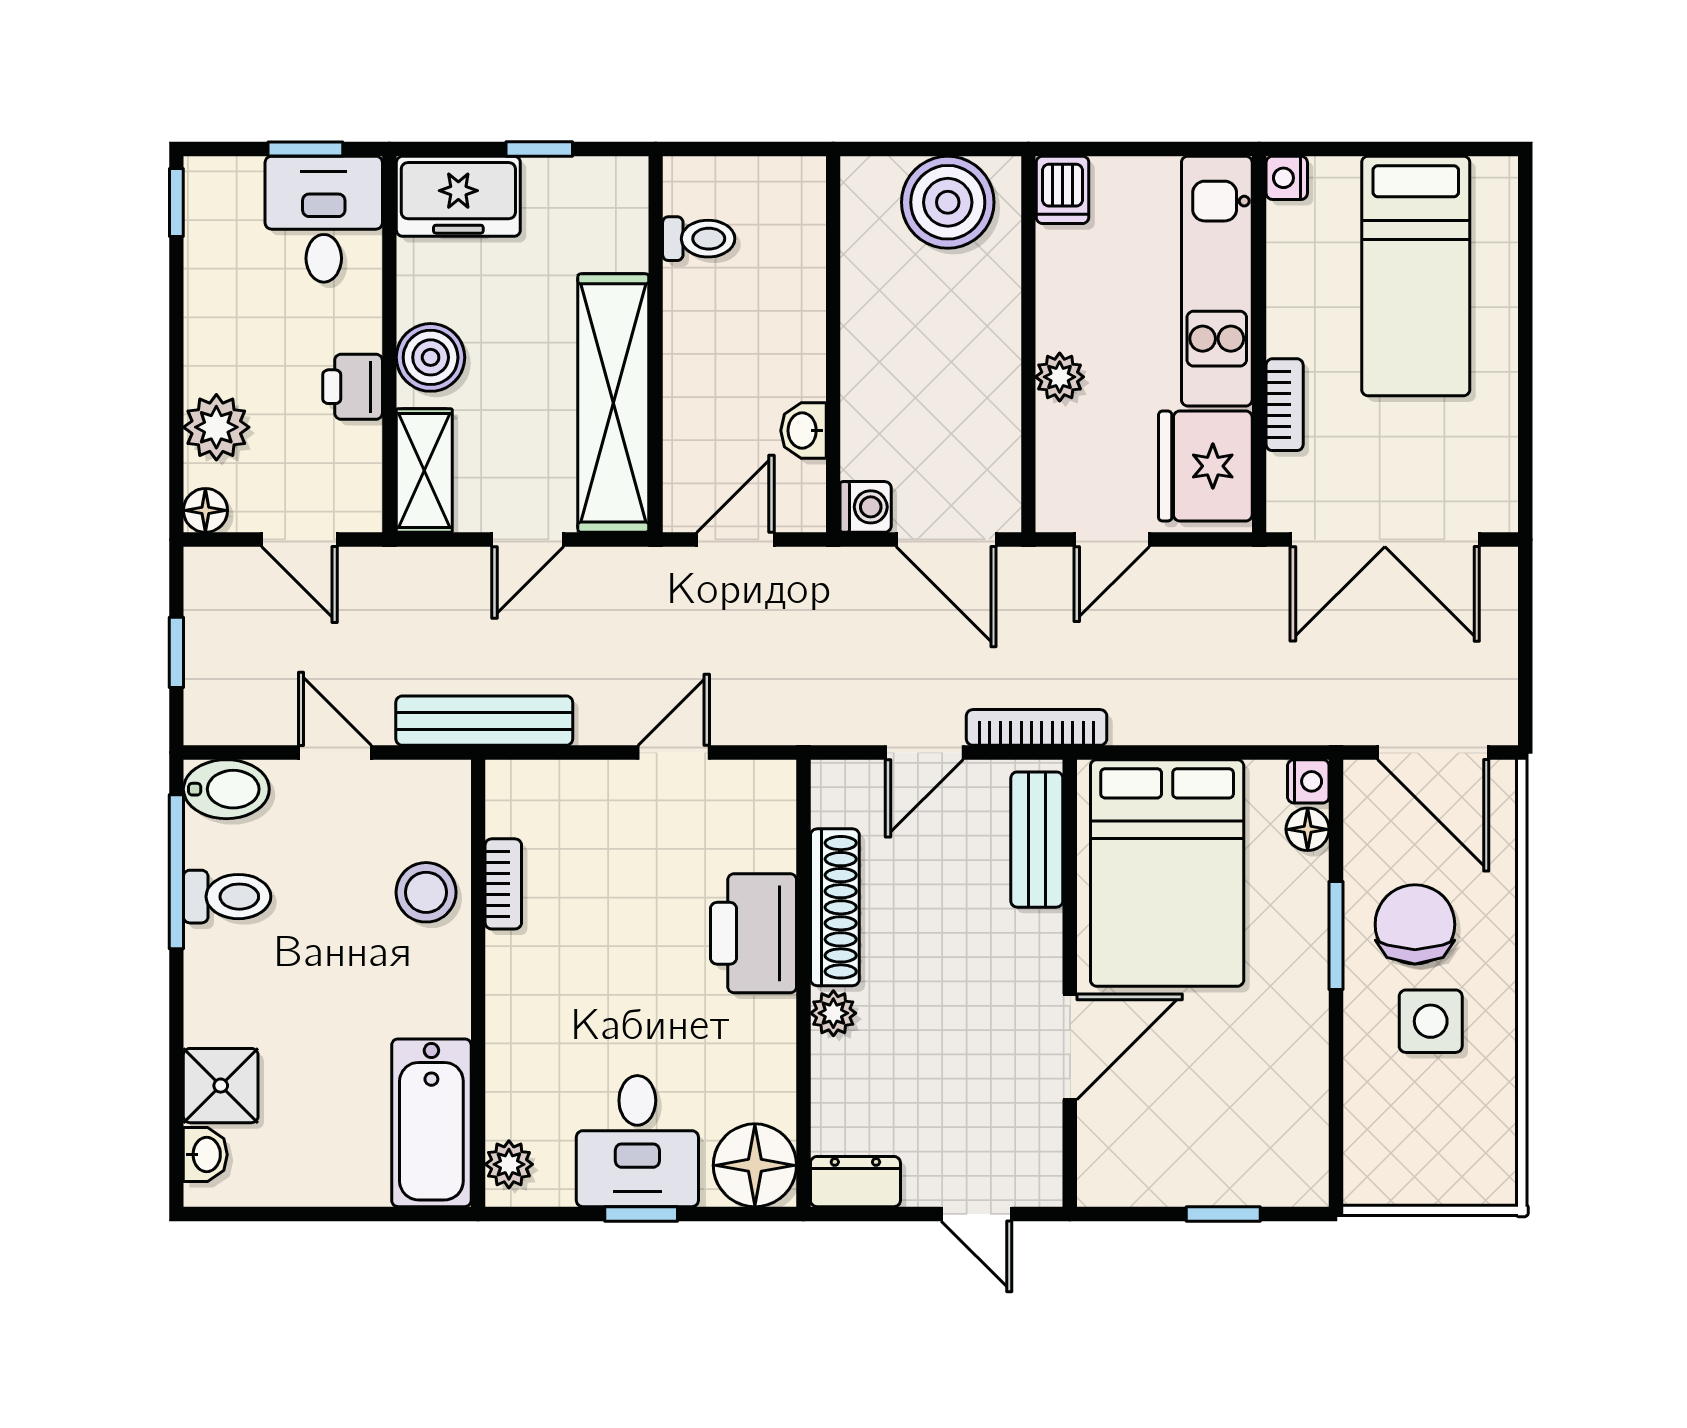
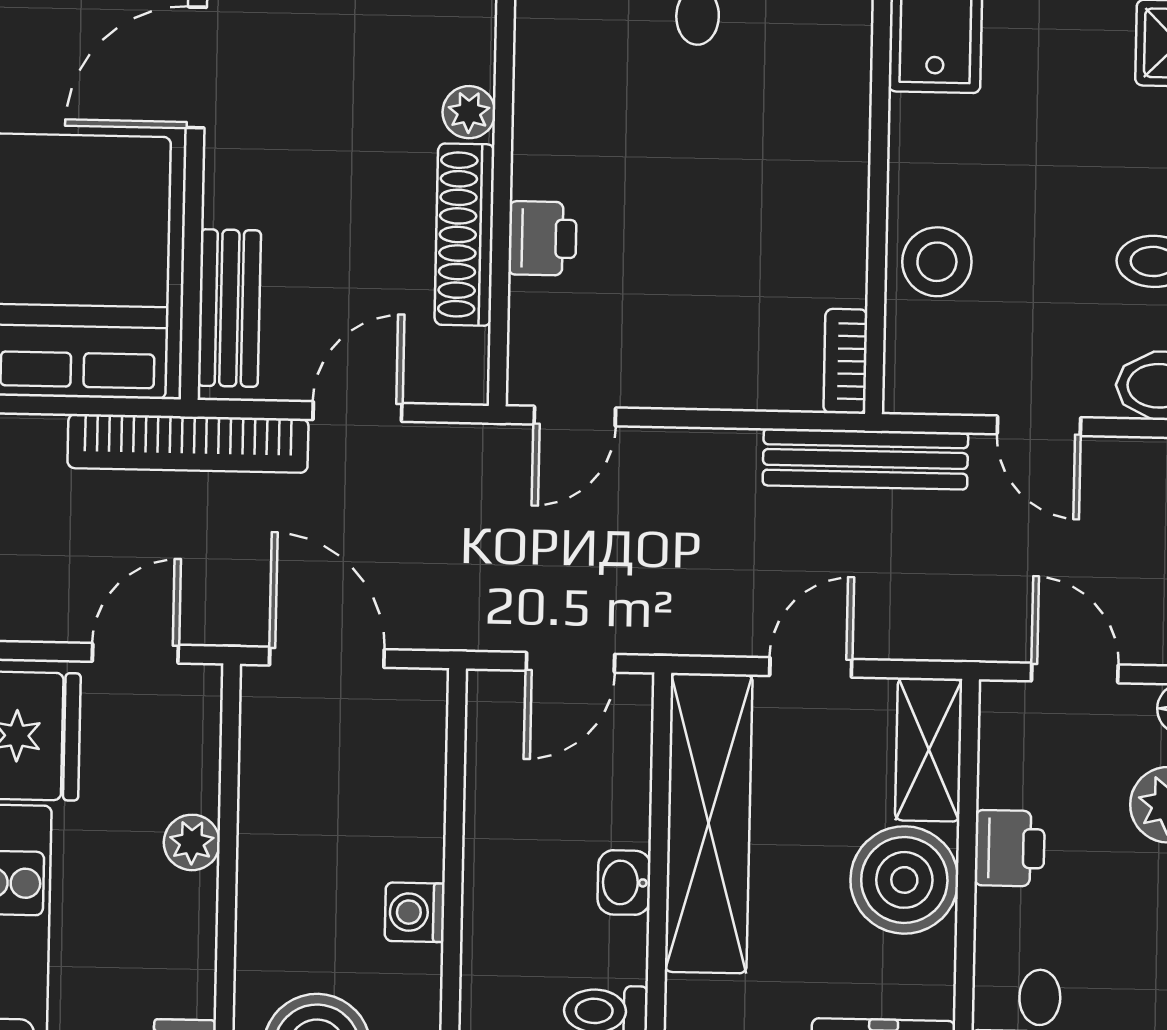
boiler: (431, 357) -> (904, 880), width x1.37, depth x1.37
washbasin: (803, 431) -> (624, 883), moved, turned 180
washing machine: (866, 507) -> (415, 912), moved
bookcase: (1037, 727) -> (188, 443), width x1.48, depth x1.31
door: (674, 752) -> (575, 416), moved
bookcase: (503, 884) -> (845, 361), moved
printer: (754, 933) -> (542, 238), width x0.53, depth x0.68

